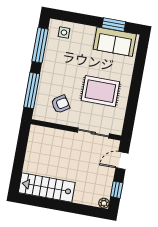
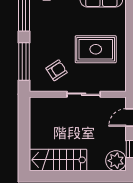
sliding door: (93, 133) -> (84, 94), moved
plant: (104, 203) -> (116, 161), width x1.88, depth x1.88

